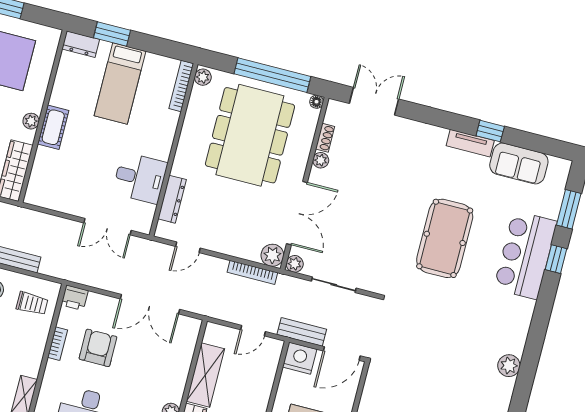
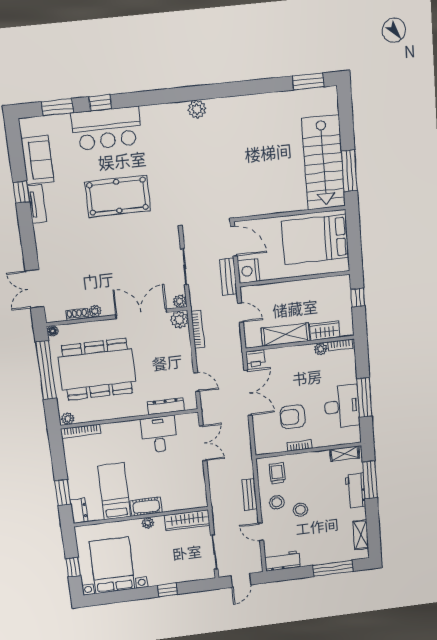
bed: (120, 83) -> (114, 491), moved, turned -90
printer: (75, 298) -> (255, 358), moved, turned 90

